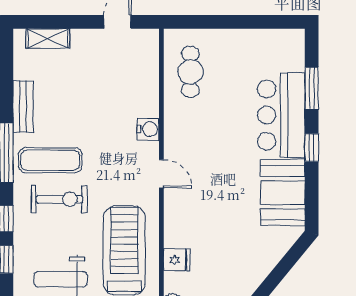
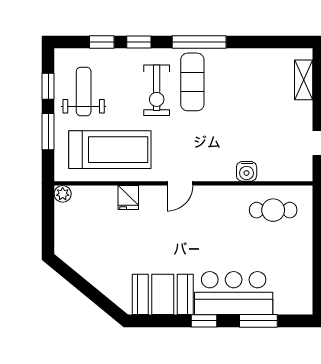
bench: (23, 107) -> (241, 57), removed
water cooler: (148, 129) -> (247, 171), moved
fridge: (177, 260) -> (128, 198), moved

